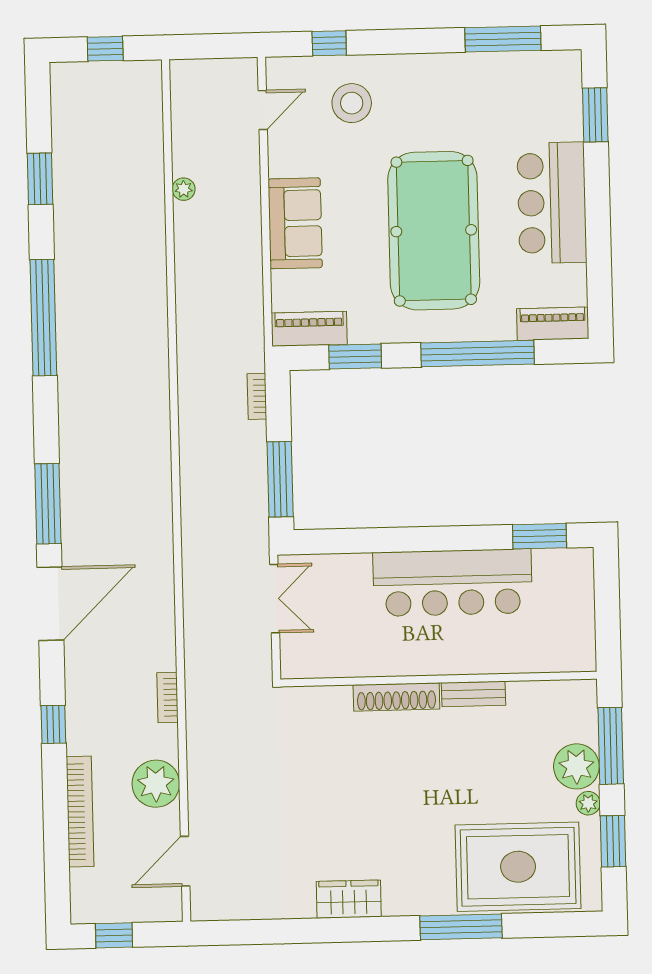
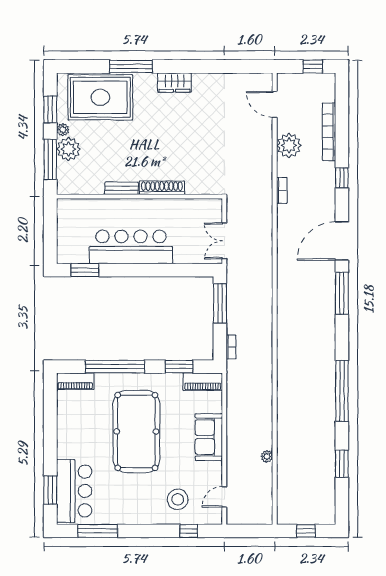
bar counter: (552, 203) -> (74, 491), moved
door: (185, 861) -> (275, 104), swing flipped
wardrobe: (349, 899) -> (174, 83), moved

